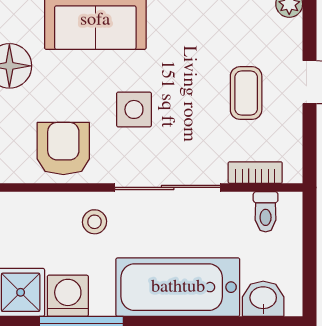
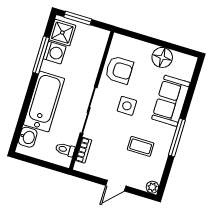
coffee table: (246, 93) -> (141, 146), moved
stool: (94, 222) -> (83, 74), removed

